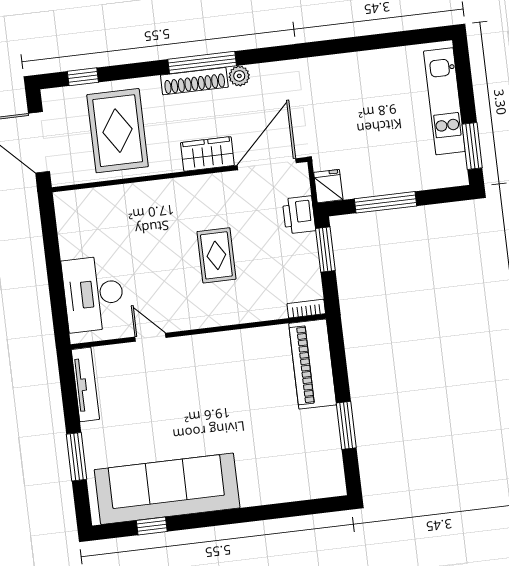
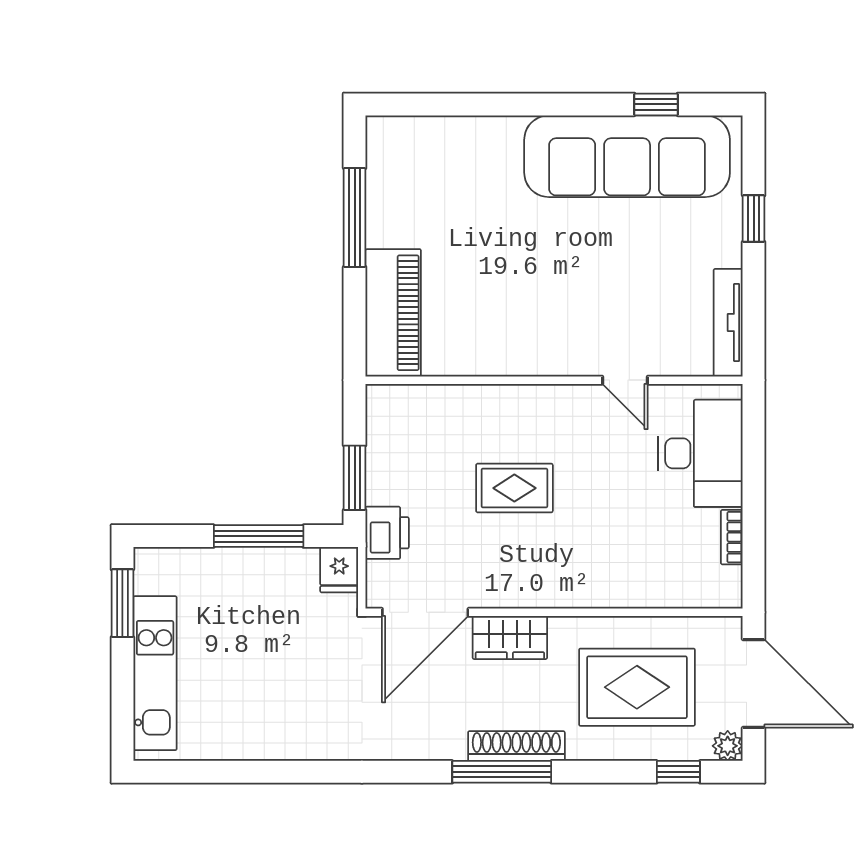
plant: (239, 76) -> (728, 746), moved
rug: (118, 131) -> (637, 687), turned 90
rug: (216, 255) -> (514, 488), turned 90
bookcase: (306, 309) -> (732, 537), moved, turned 90
window: (346, 425) -> (355, 218), width x1.44
window: (77, 457) -> (754, 219), width x0.67

